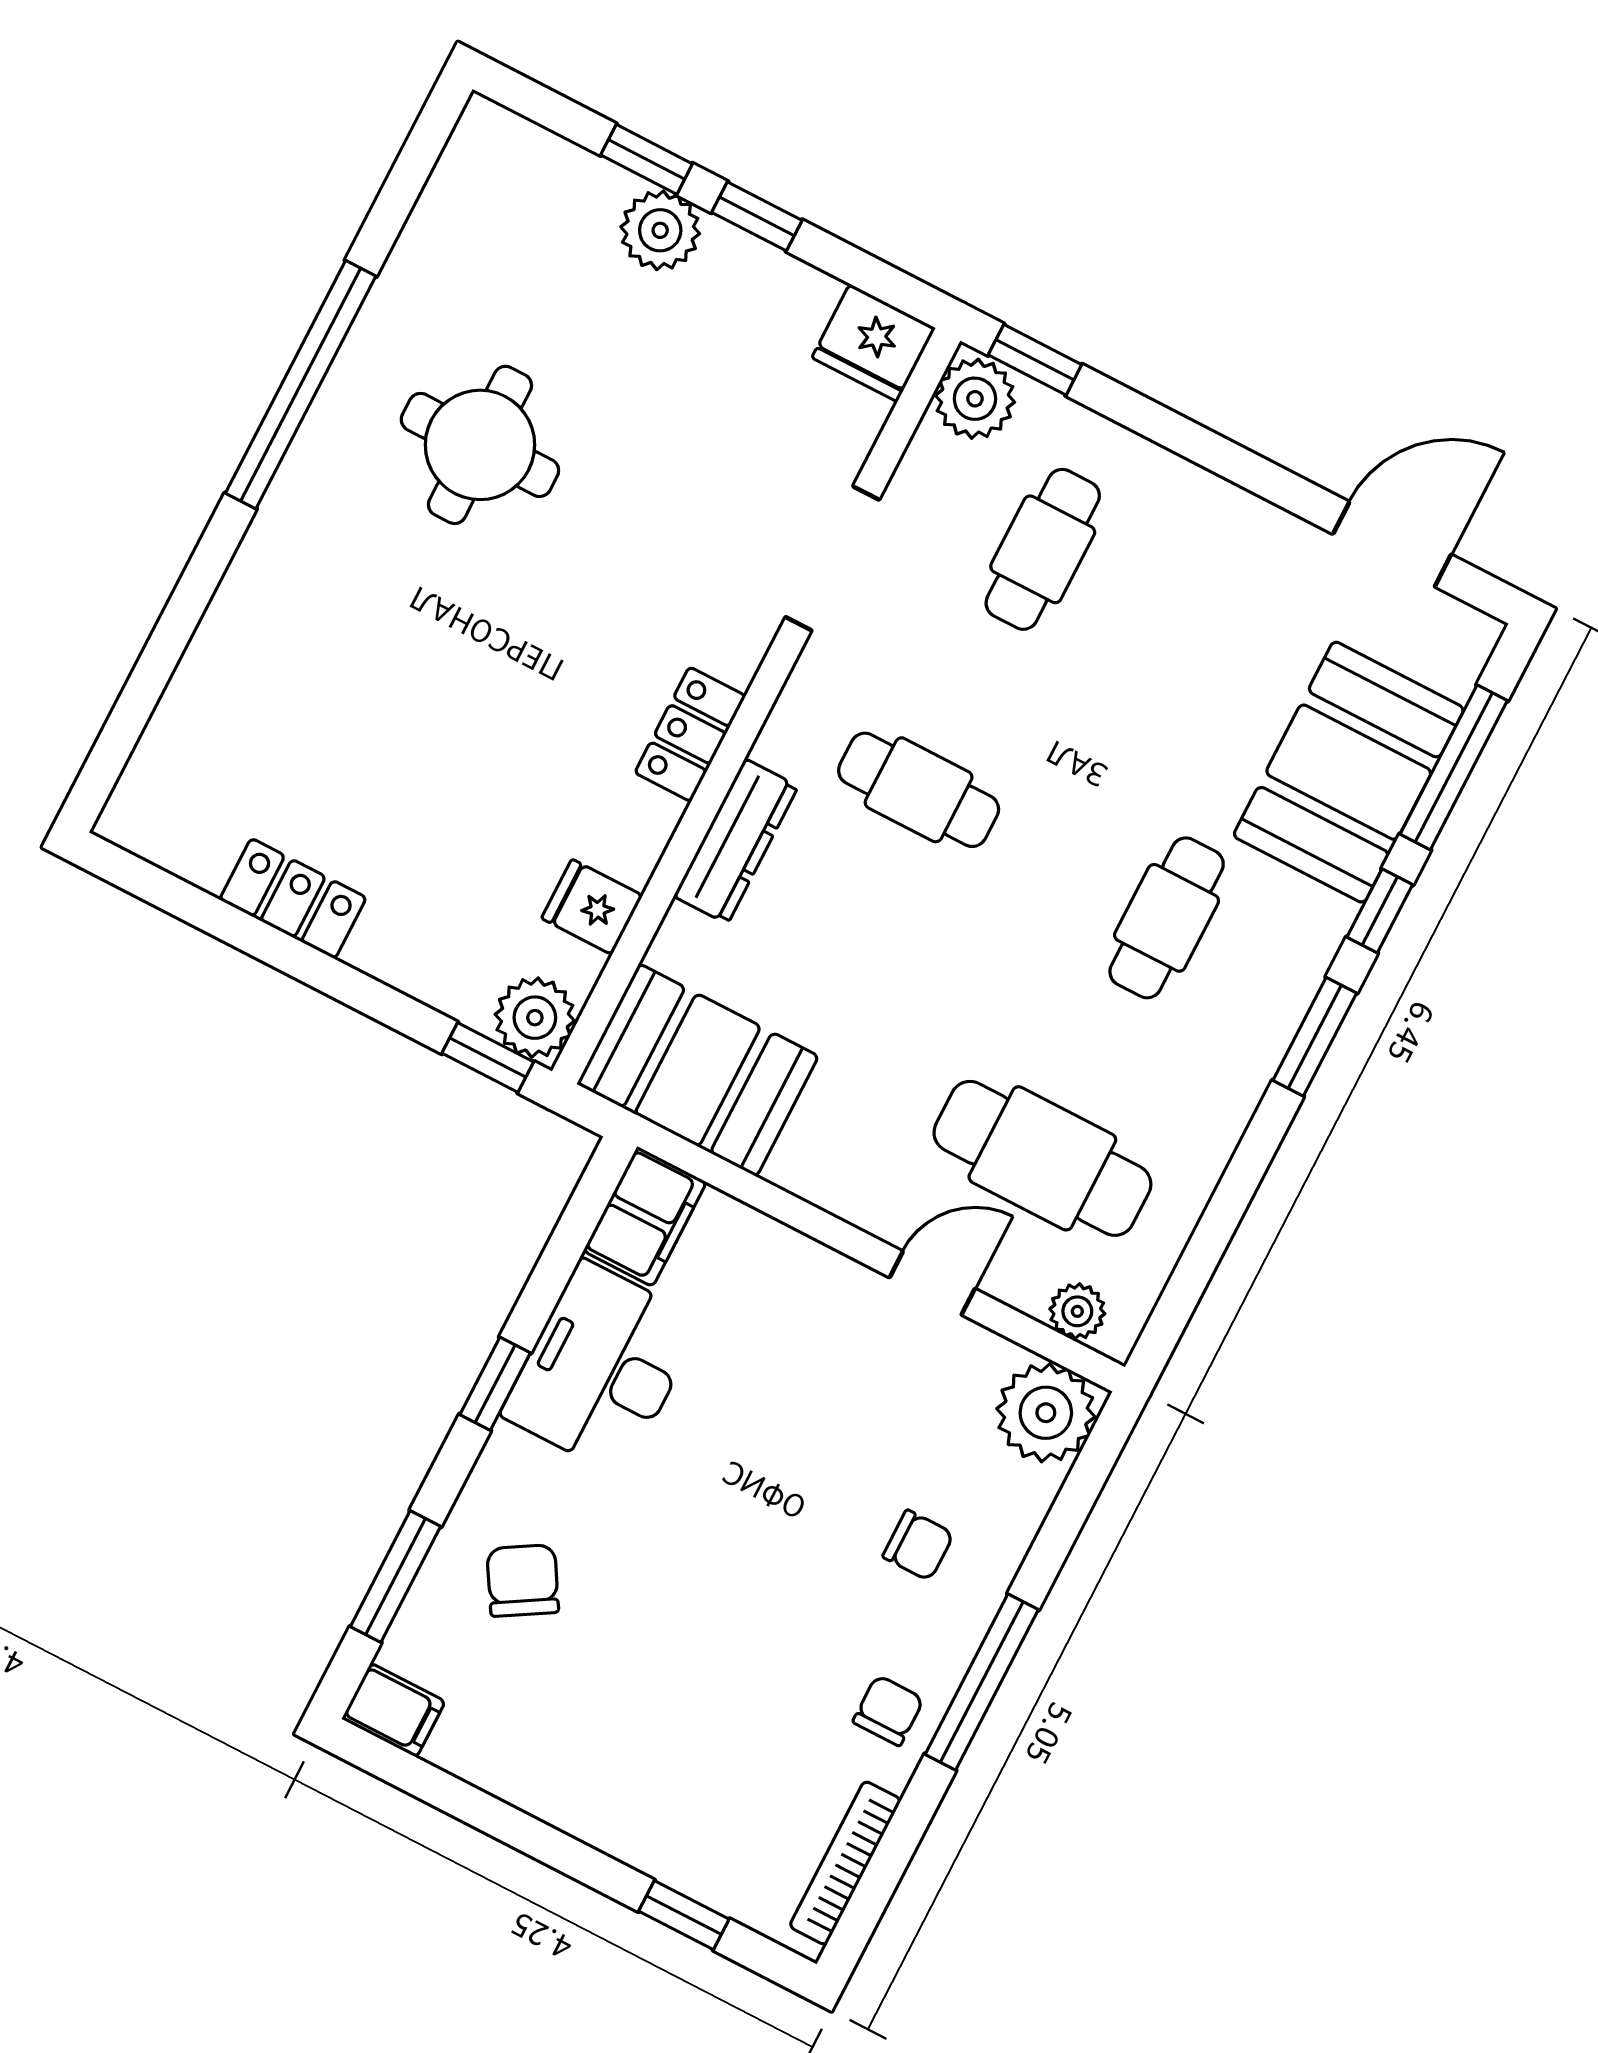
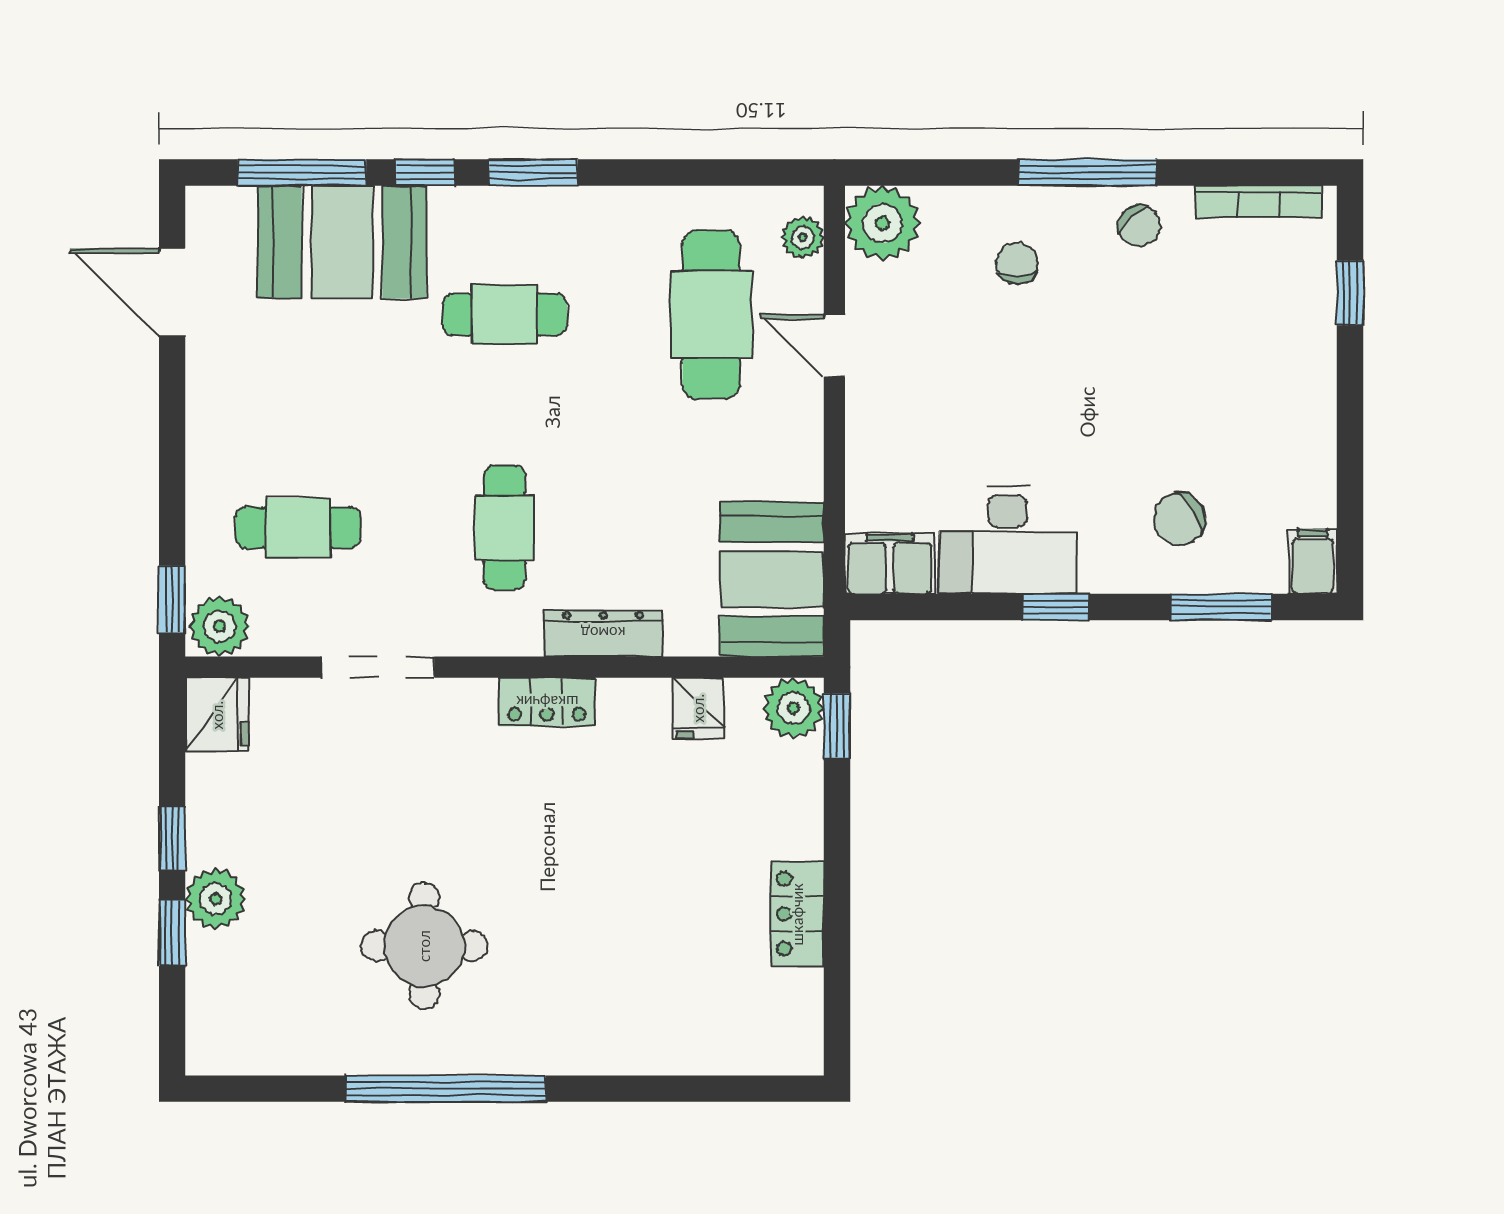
chair: (888, 1710) -> (1140, 226), turned -132

